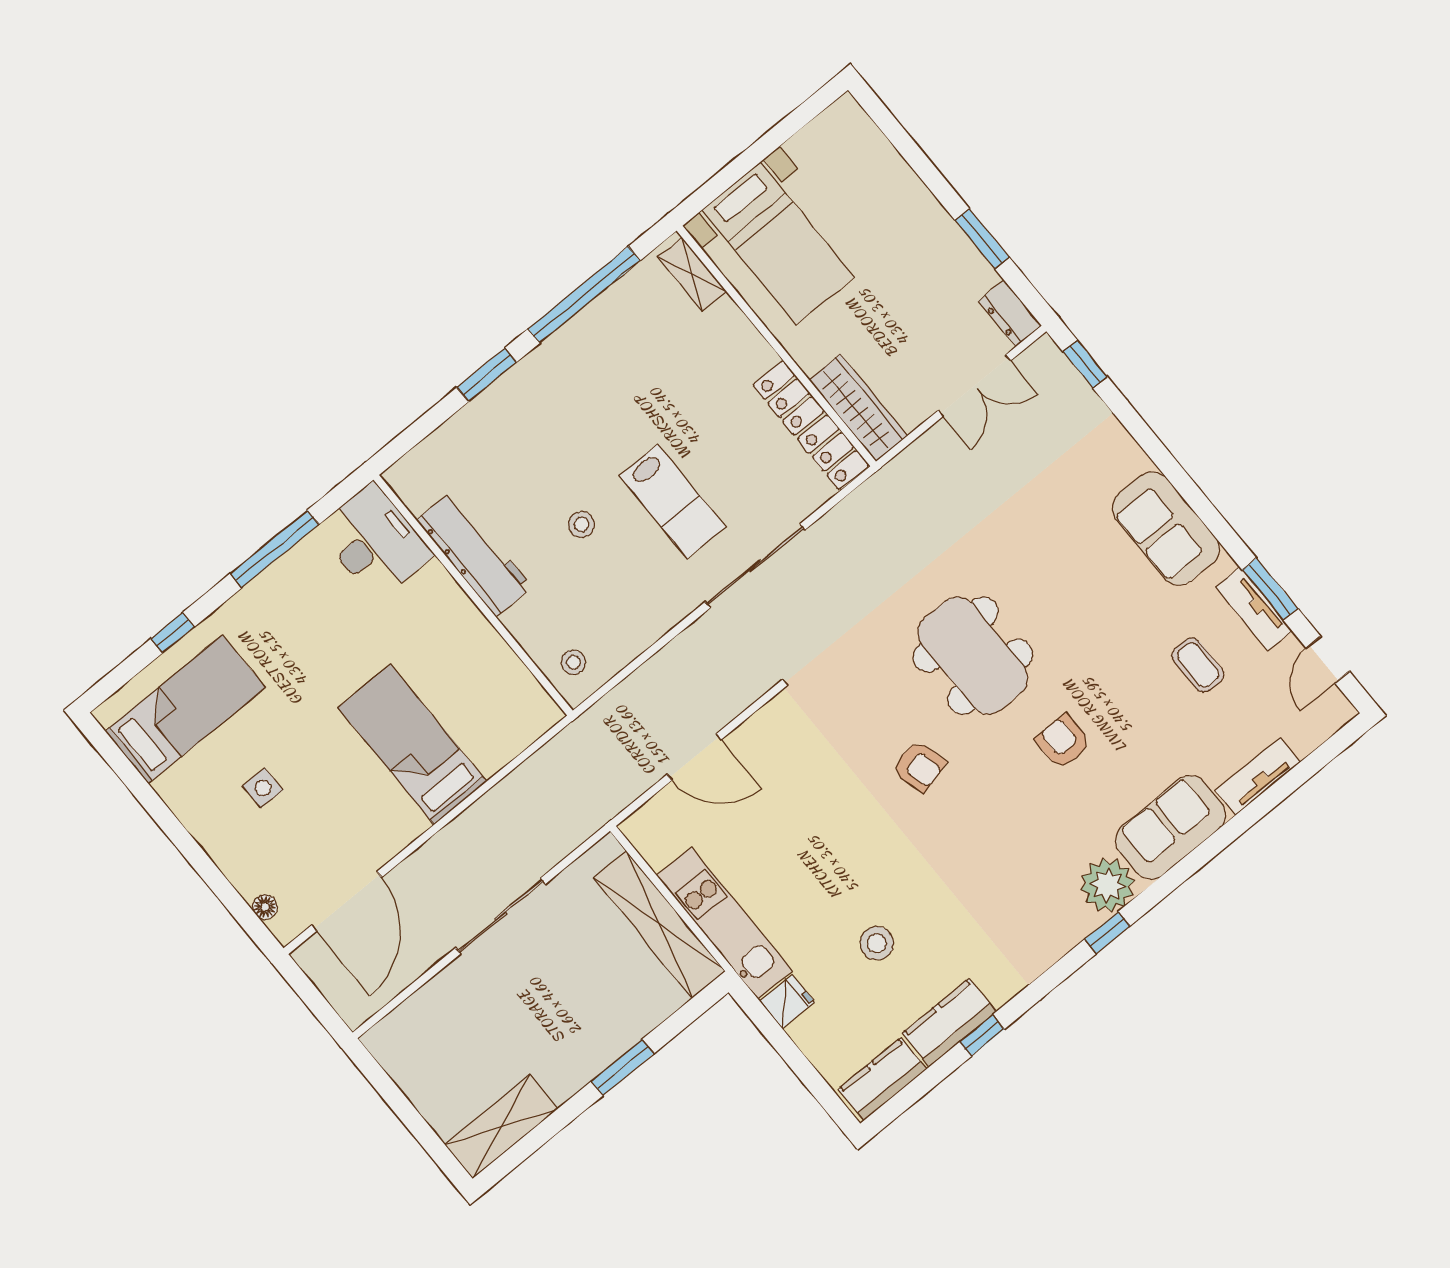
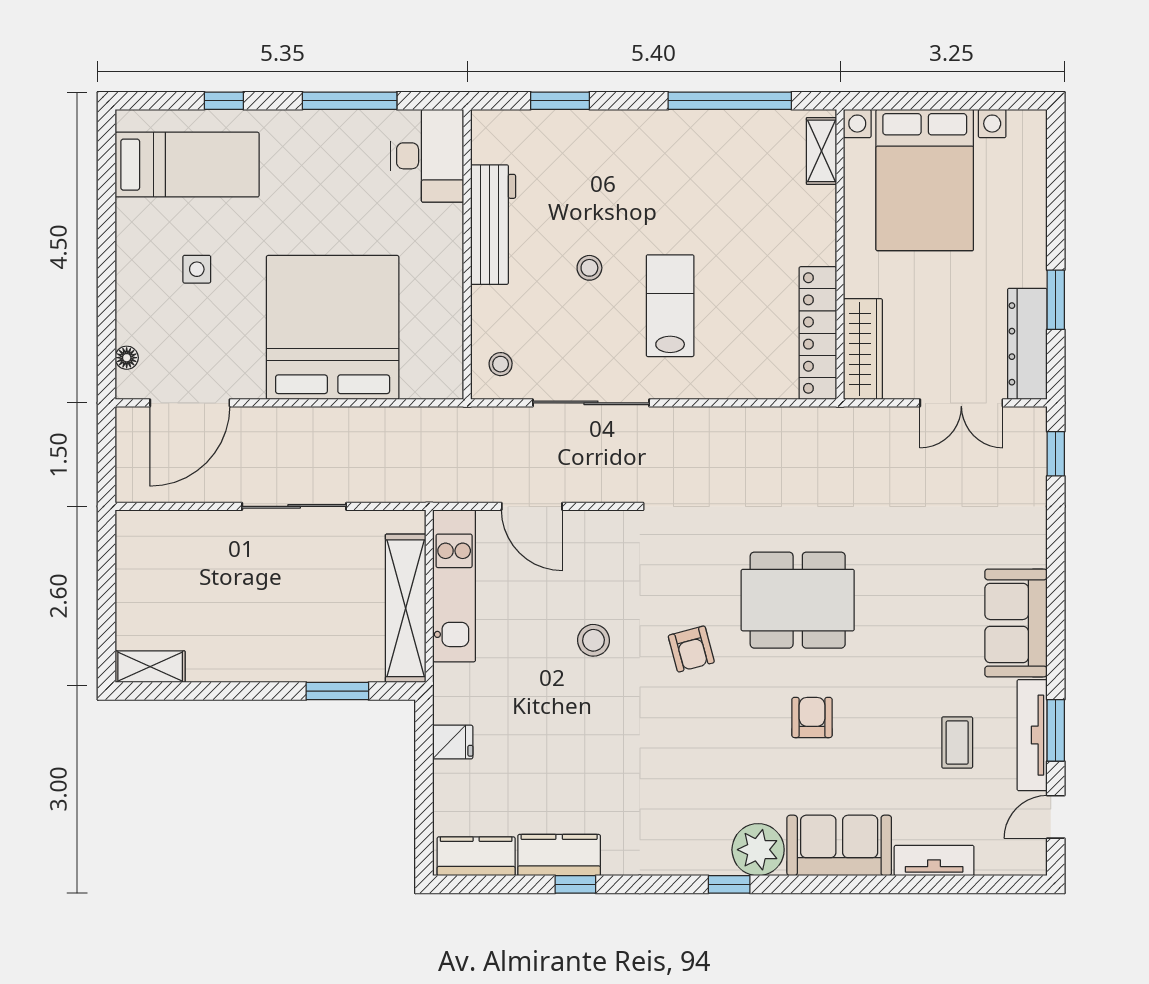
bed with nightstands: (778, 243) -> (925, 180), width x1.36
dresser: (1010, 313) -> (1027, 344), width x1.96, depth x1.24
window: (487, 375) -> (560, 101), moved
lab bench: (672, 501) -> (670, 306), turned 180
sliding door: (755, 566) -> (591, 403), moved
tv unit: (1254, 609) -> (1032, 735), width x1.41
dining table: (973, 656) -> (798, 600), turned 90
bed: (412, 745) -> (333, 327), width x2.04
kitchen unit: (724, 923) -> (454, 586), moved
stool: (877, 943) -> (593, 640), moved
window: (623, 1067) -> (337, 691), moved
shelving: (501, 1127) -> (150, 667), width x0.67, depth x0.75

